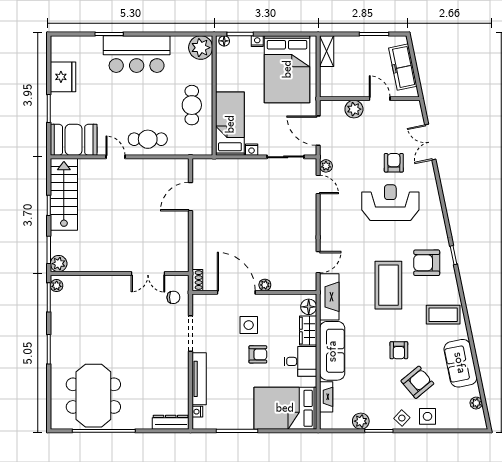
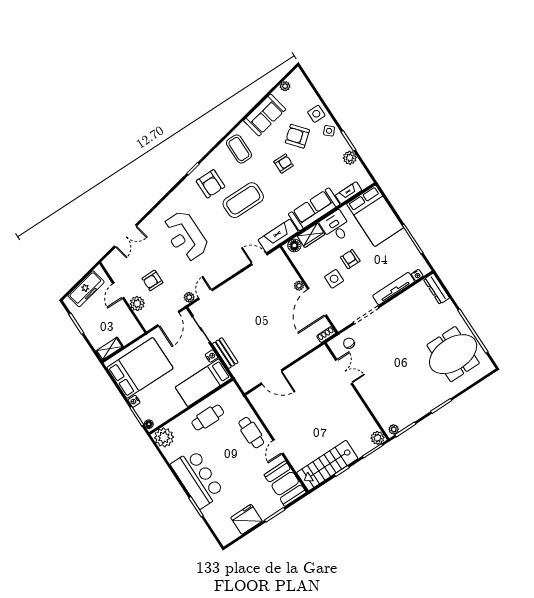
armchair: (394, 163) -> (152, 280), moved
bench: (245, 165) -> (225, 353), added

